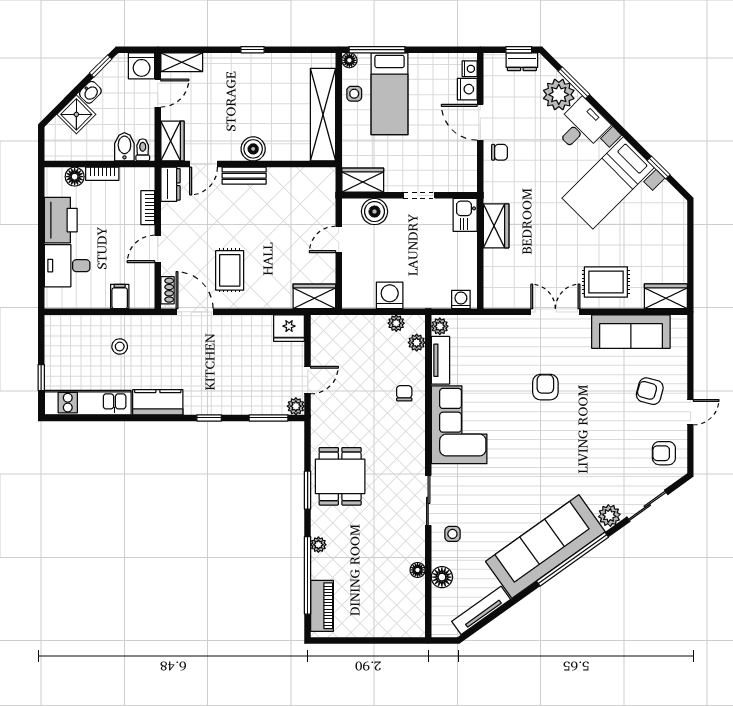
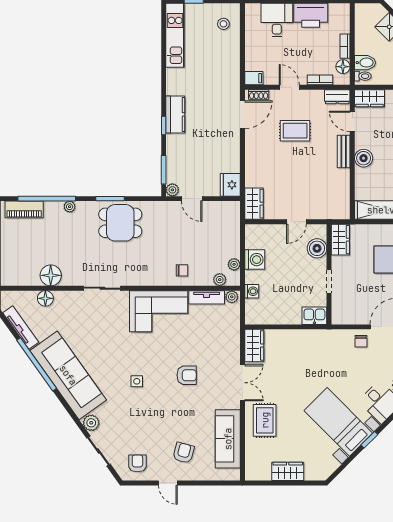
window: (659, 168) -> (369, 440), moved
floor lamp: (75, 177) -> (343, 67), moved
wardrobe: (496, 226) -> (254, 345), moved, turned -90
door: (339, 239) -> (296, 222), swing flipped
rug: (230, 270) -> (295, 131), moved
wardrobe: (666, 296) -> (288, 471), moved, turned -90
filing cabinet: (120, 297) -> (254, 78), moved
washing machine: (461, 299) -> (252, 291), moved
stool: (120, 346) -> (223, 24), moved
kitchen counter: (158, 402) -> (175, 114), moved
side table: (452, 534) -> (137, 381), moved
window: (572, 559) -> (37, 364), moved
floor lamp: (418, 570) -> (51, 275), width x1.89, depth x1.89

